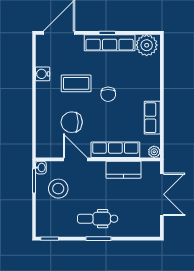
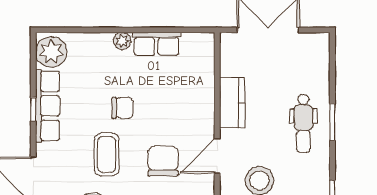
chair: (72, 122) -> (163, 161), turned 180
row of seats: (115, 150) -> (203, 97), removed
plant: (154, 152) -> (122, 41), moved
kitchen counter: (124, 170) -> (232, 103), moved

